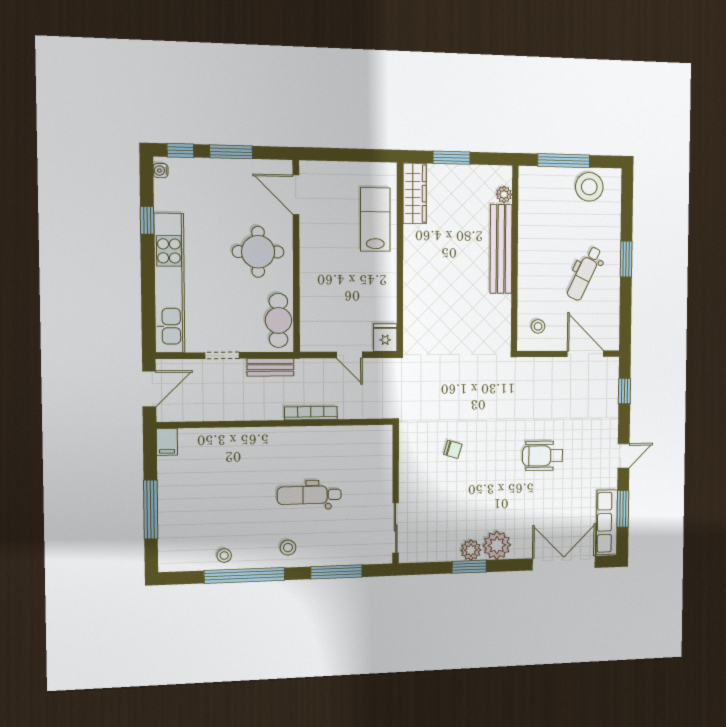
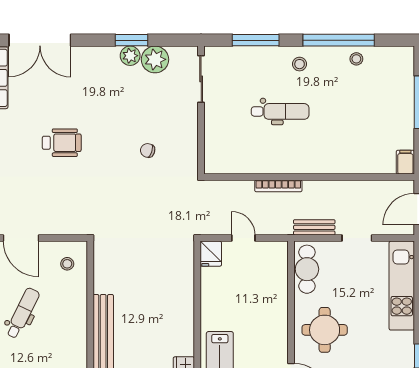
kitchen unit: (169, 283) -> (402, 286), width x0.73
plant: (497, 545) -> (155, 59), moved

